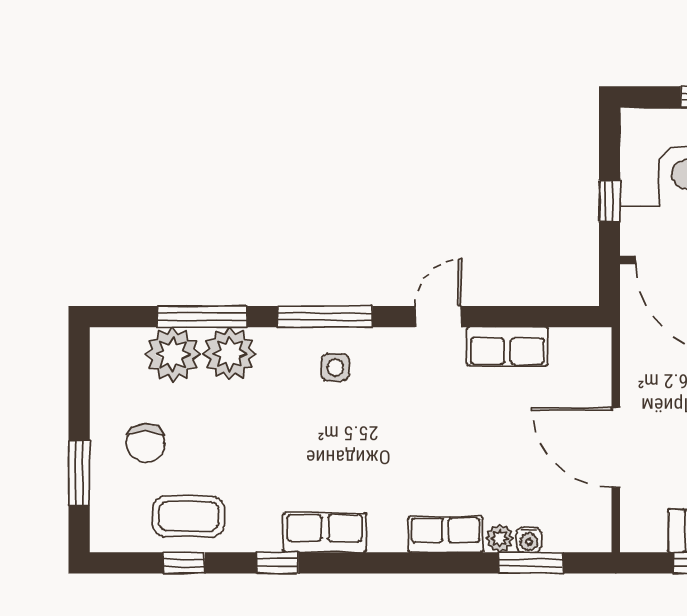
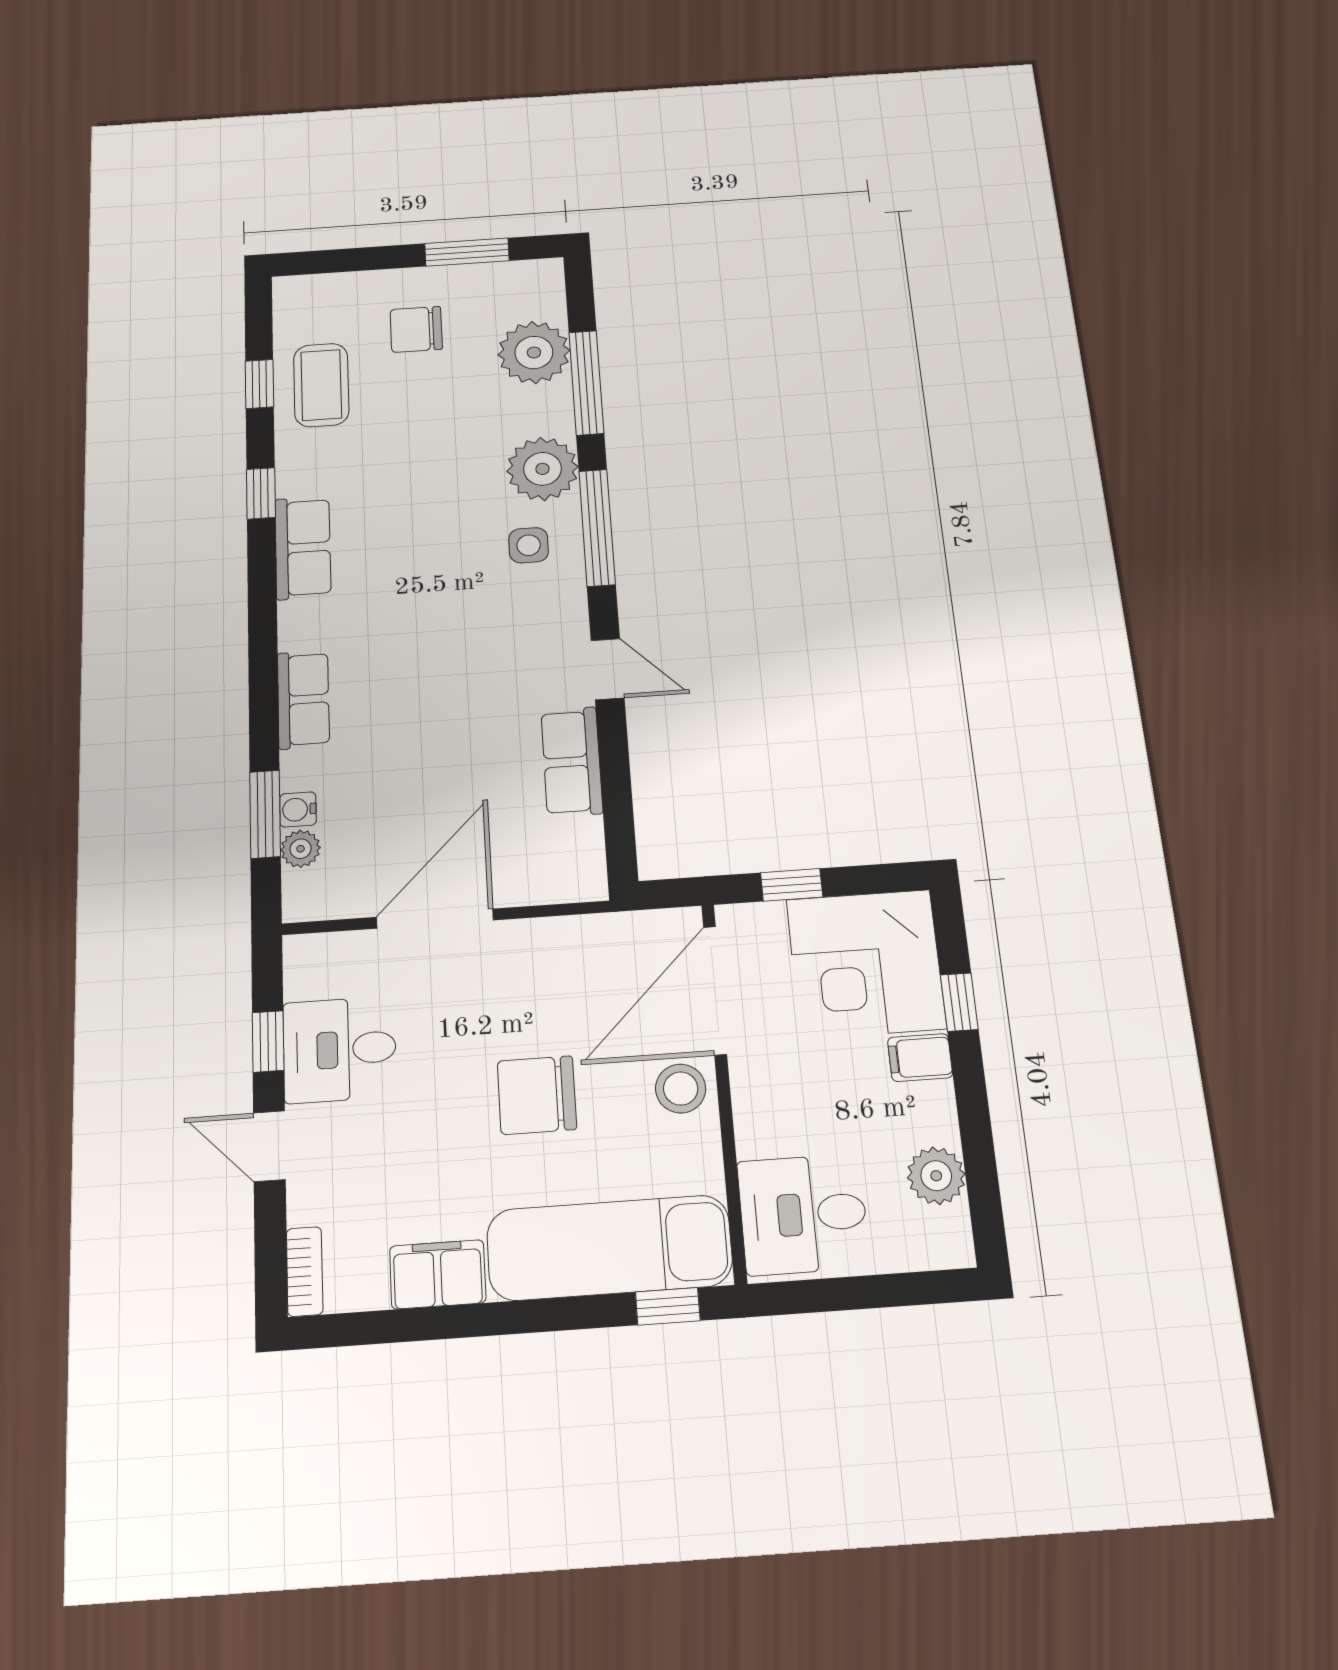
plant: (230, 354) -> (542, 469), moved
window: (79, 473) -> (467, 252), moved
plant: (500, 539) -> (301, 849), moved

